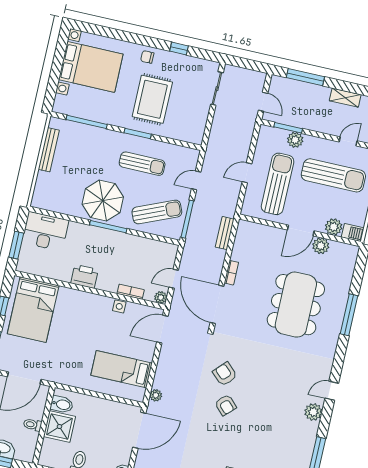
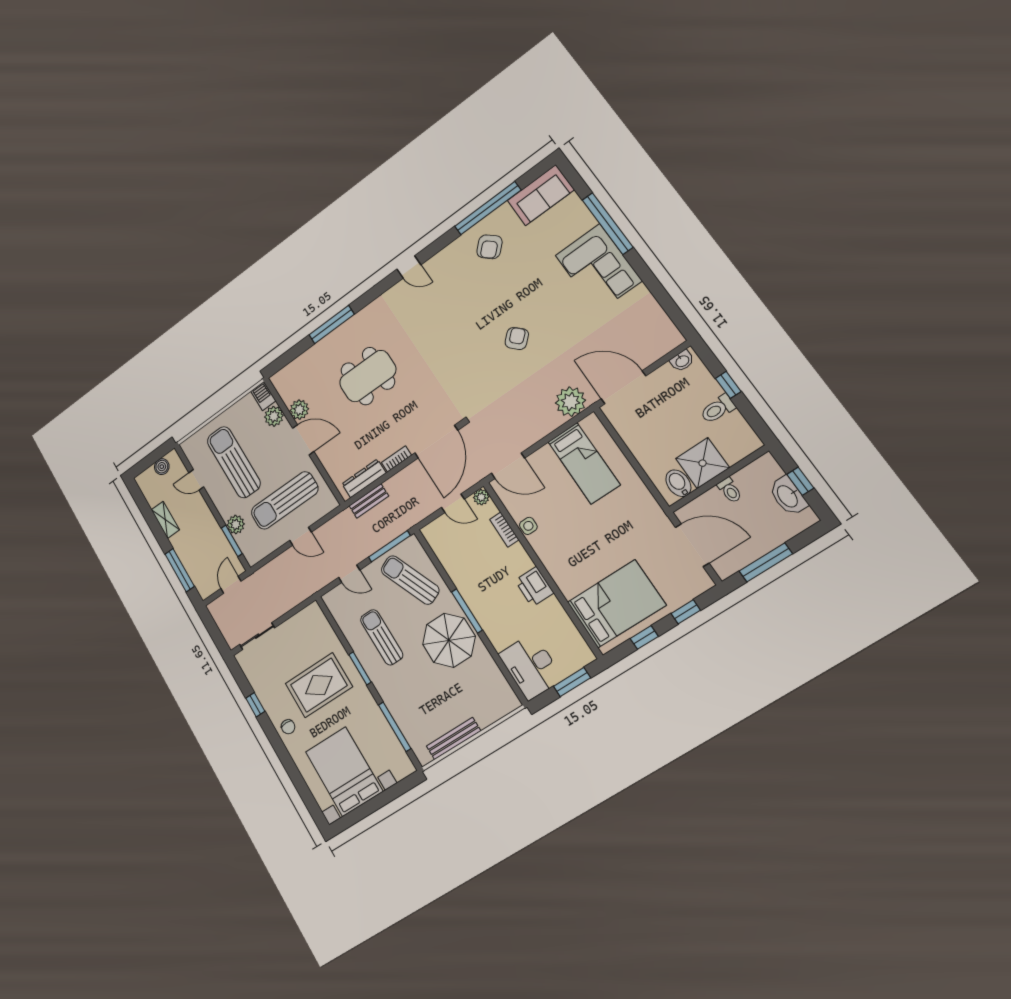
dresser: (240, 243) -> (364, 478), added
dining table: (296, 305) -> (368, 376), width x0.73, depth x0.80
armchair: (225, 374) -> (490, 247), moved
plant: (156, 395) -> (571, 402), width x1.88, depth x1.88
plant: (313, 412) -> (443, 261), removed

